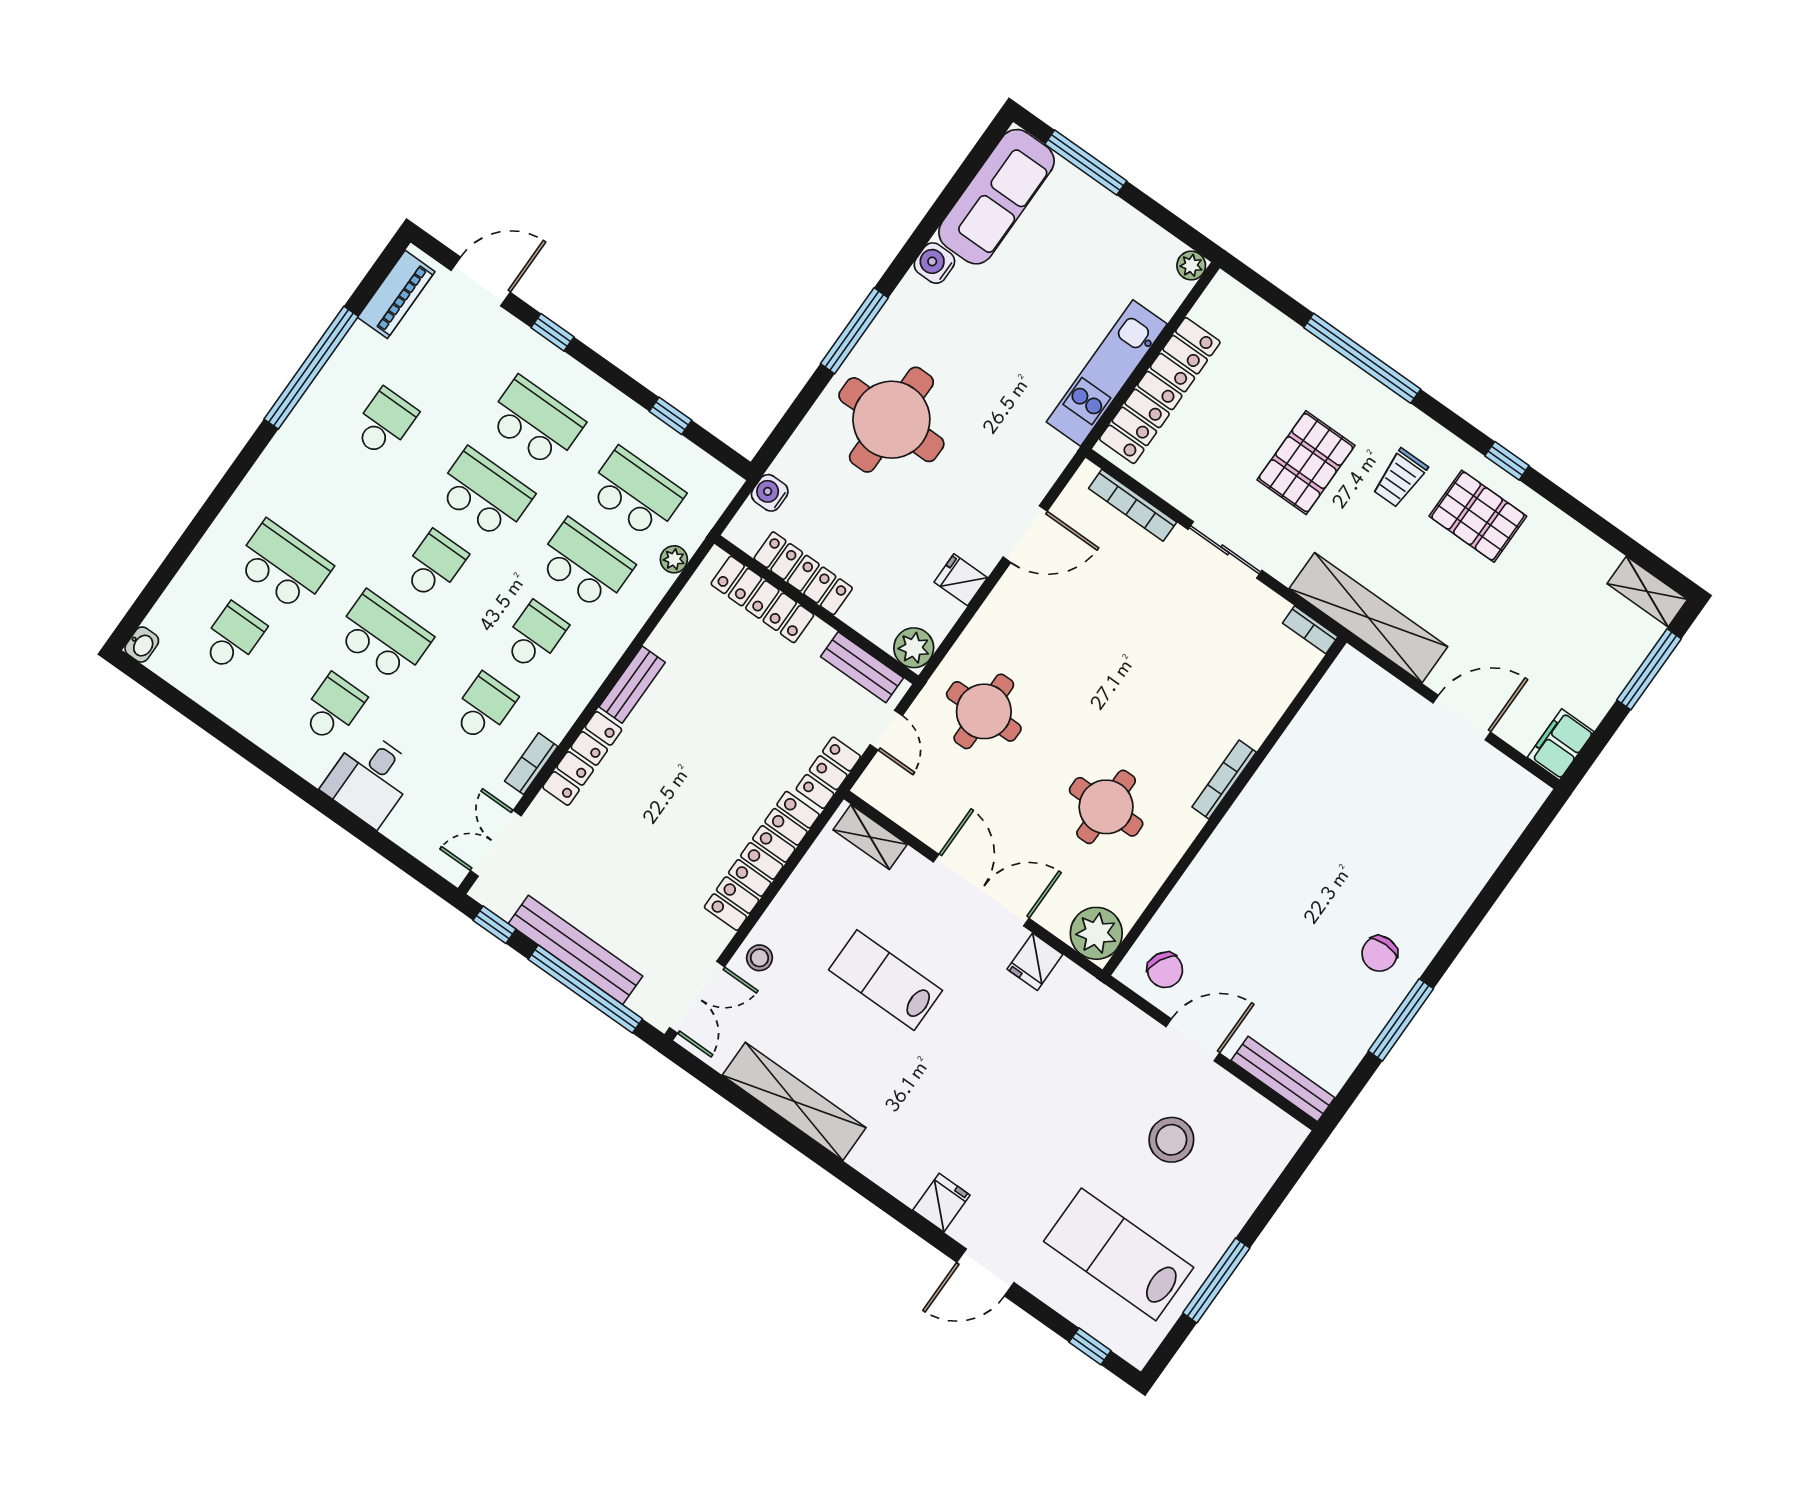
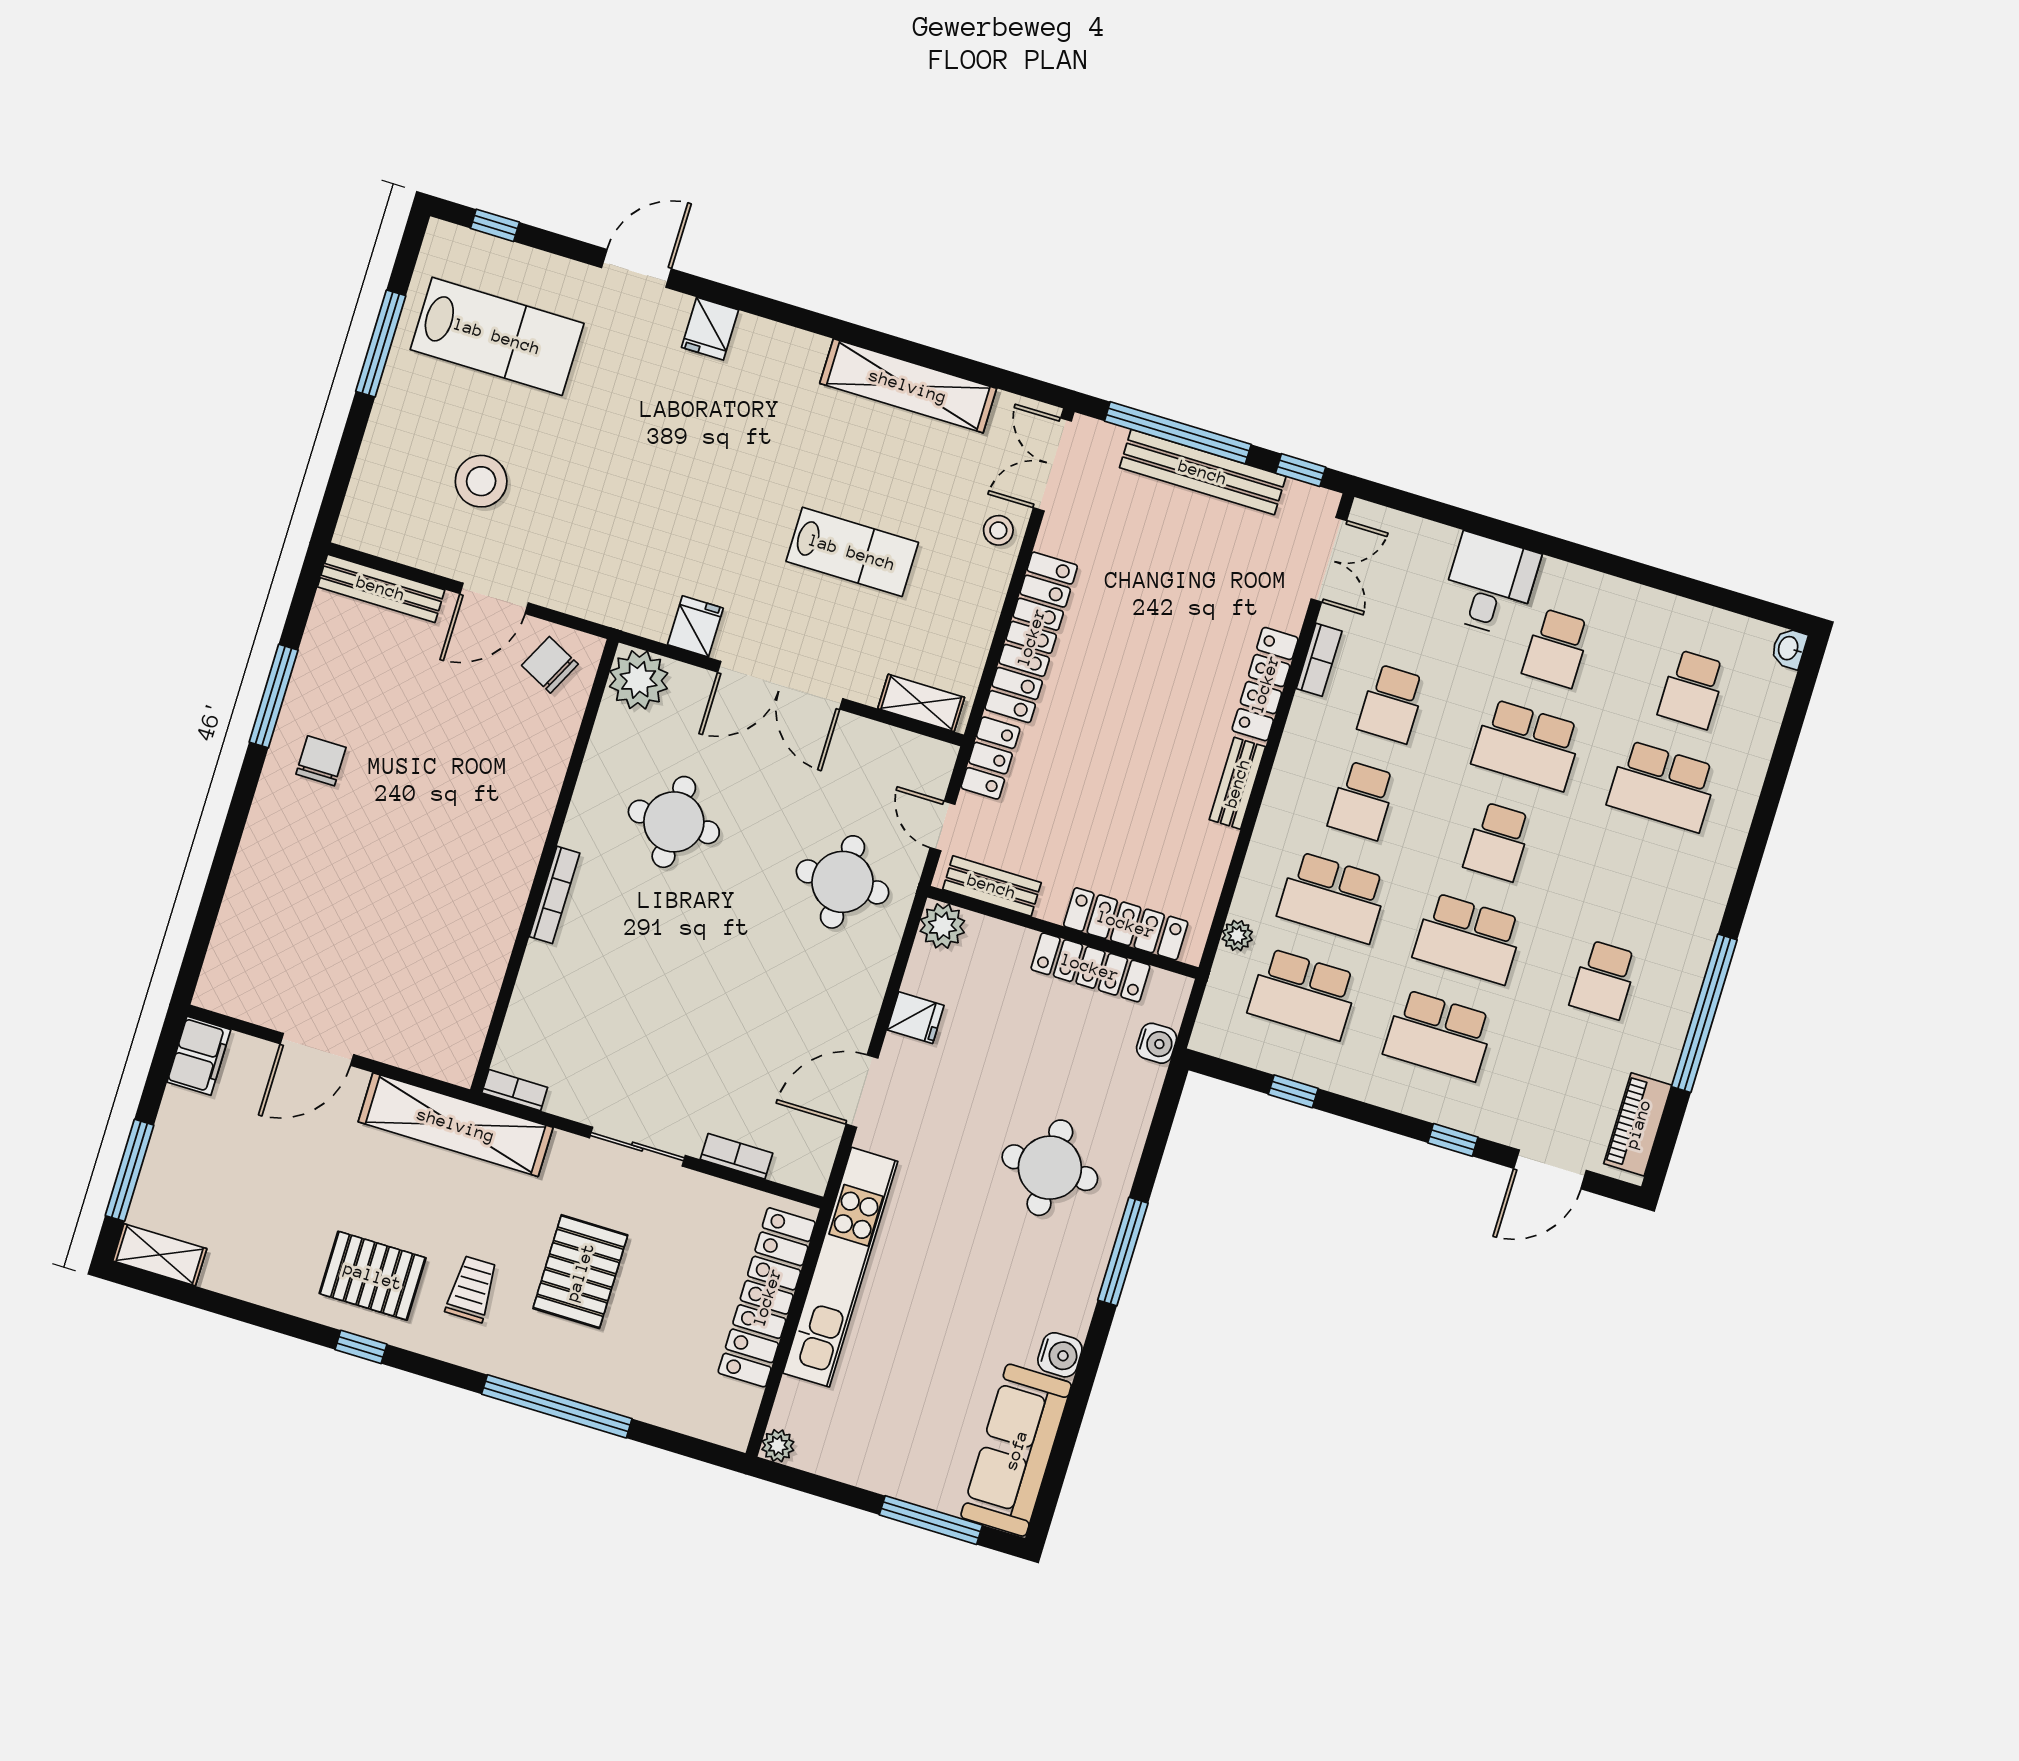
kitchen unit: (1107, 373) -> (840, 1267), width x1.36
round table: (891, 420) -> (1050, 1168), width x0.73, depth x0.73
bookcase: (1133, 505) -> (736, 1156), width x0.64

